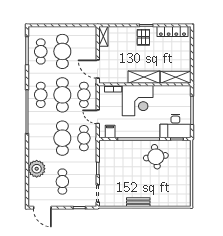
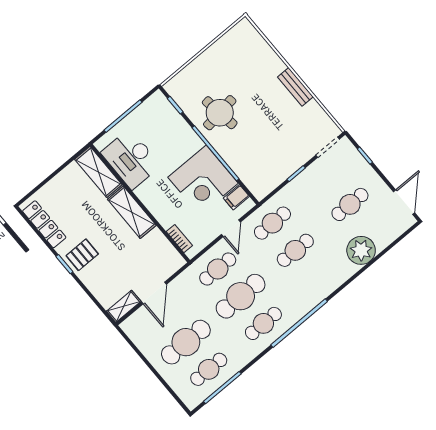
door: (98, 69) -> (154, 293), moved
corner desk: (138, 101) -> (203, 180), moved, turned 180
desk: (175, 126) -> (131, 159), moved, turned 180
cafe table: (62, 138) -> (295, 250), width x0.73, depth x0.74

